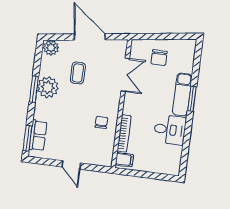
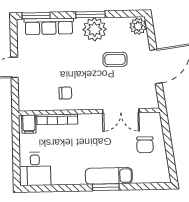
chair: (159, 58) -> (145, 145), turned -90
desk: (170, 130) -> (35, 169), moved
row of seats: (38, 135) -> (49, 26), width x1.48

